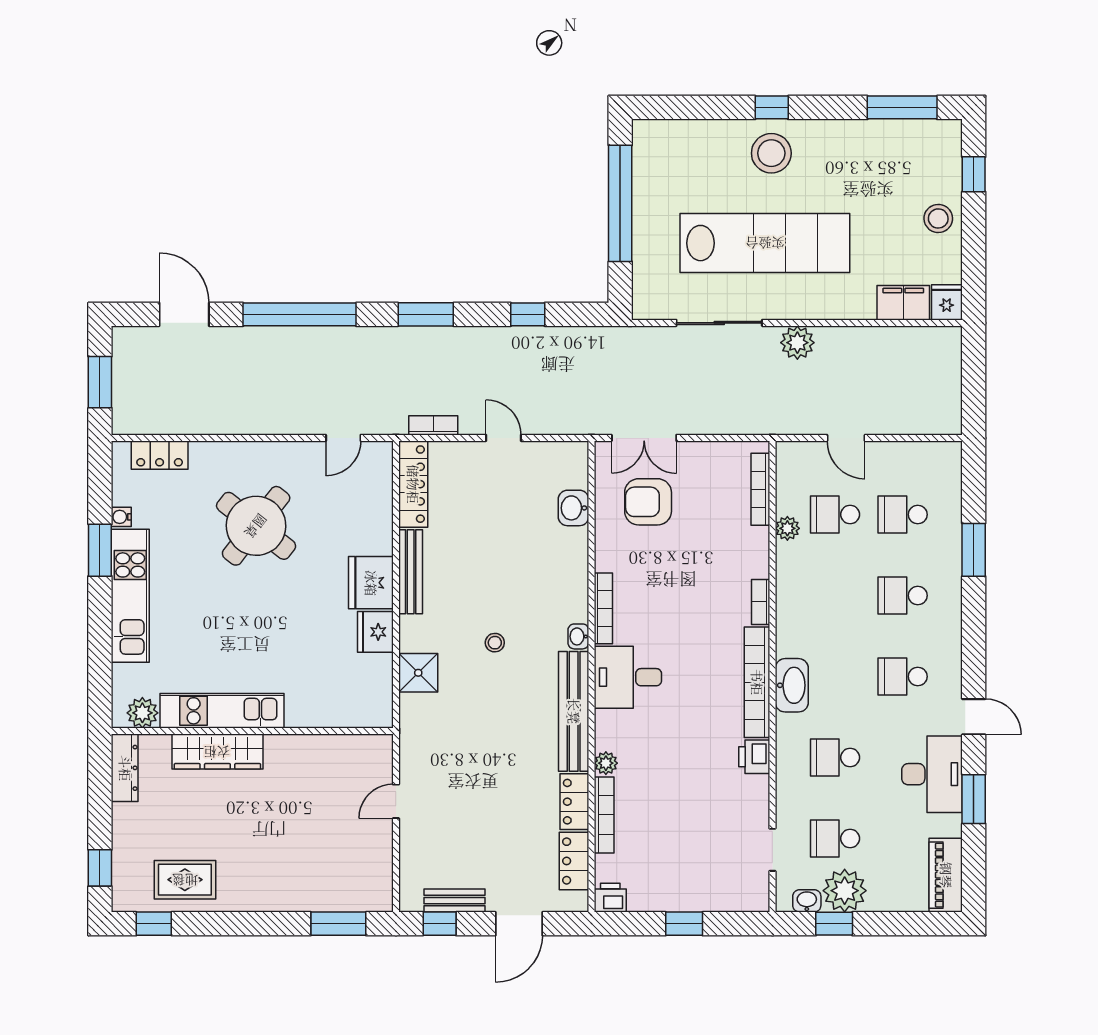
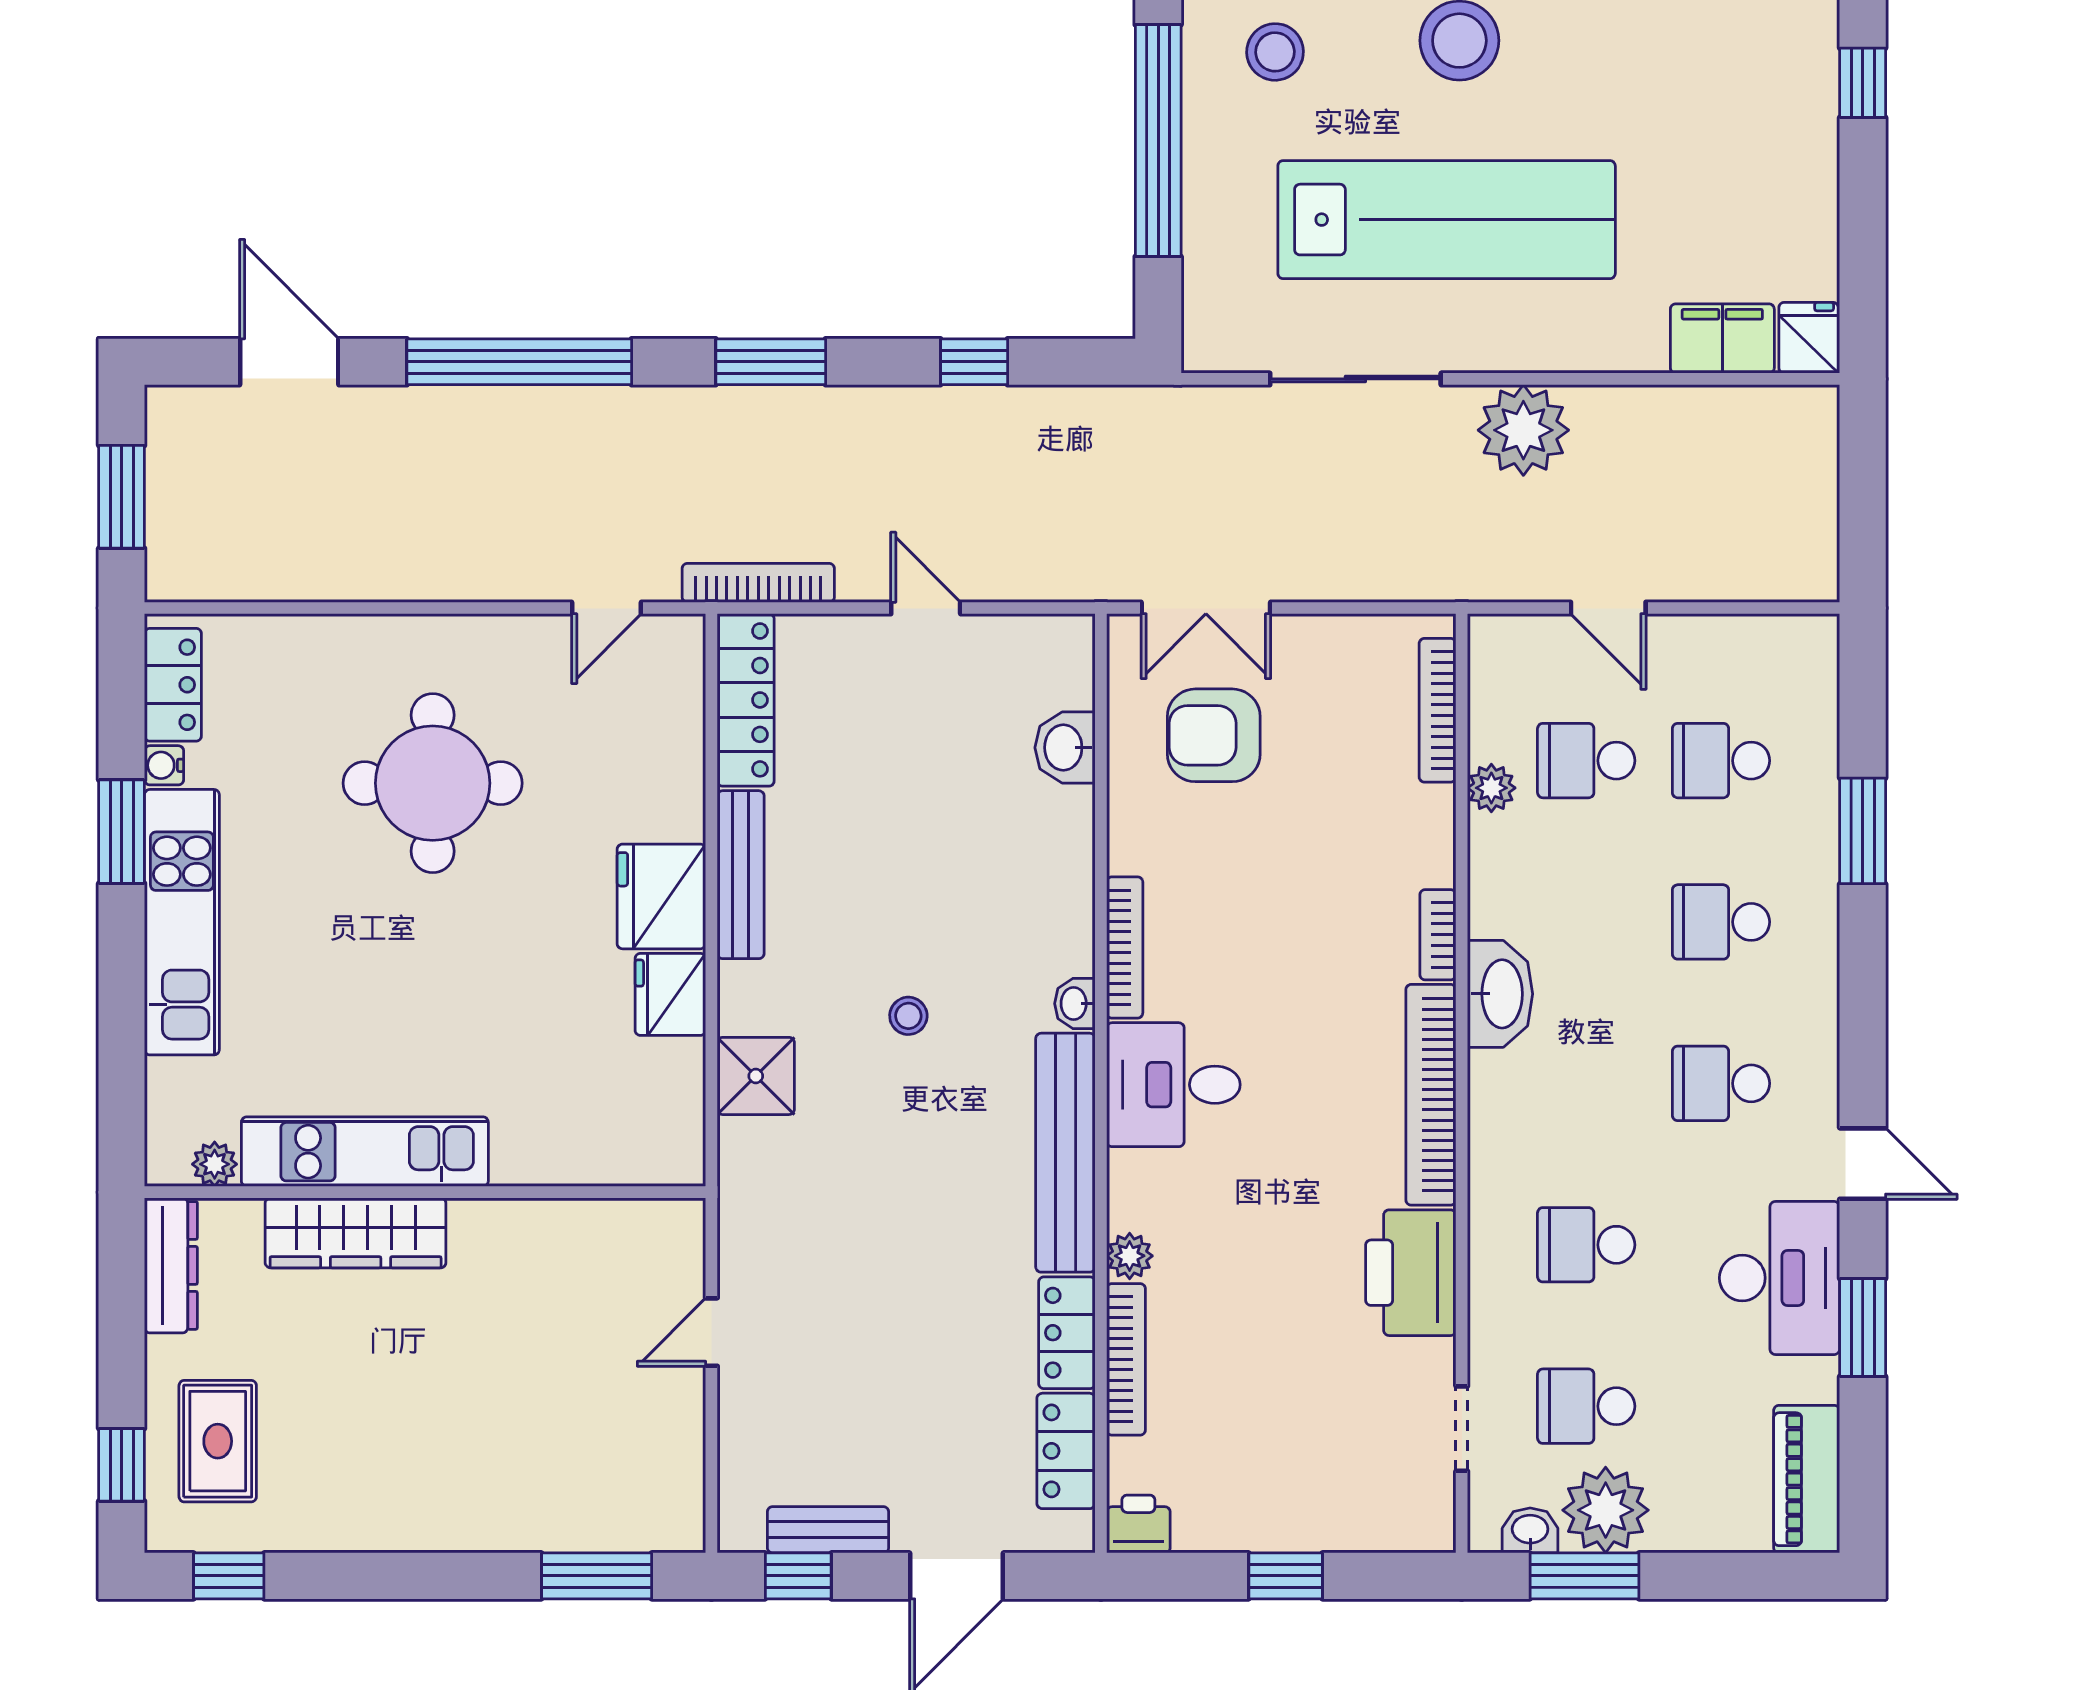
stool: (938, 218) -> (1275, 52), moved
plant: (797, 343) -> (1523, 430), width x1.36, depth x1.36
bookcase: (433, 425) -> (758, 583), width x1.56
locker: (160, 455) -> (173, 685), moved, turned -90
round table: (256, 526) -> (433, 783), turned -38
washbasin: (792, 685) -> (1500, 994), moved
plant: (142, 713) -> (215, 1164), width x0.73, depth x0.73
printer: (754, 757) -> (1411, 1273), width x1.87, depth x1.48
rug: (185, 880) -> (218, 1441), moved, turned 90
window: (834, 924) -> (1584, 1576), width x1.50

